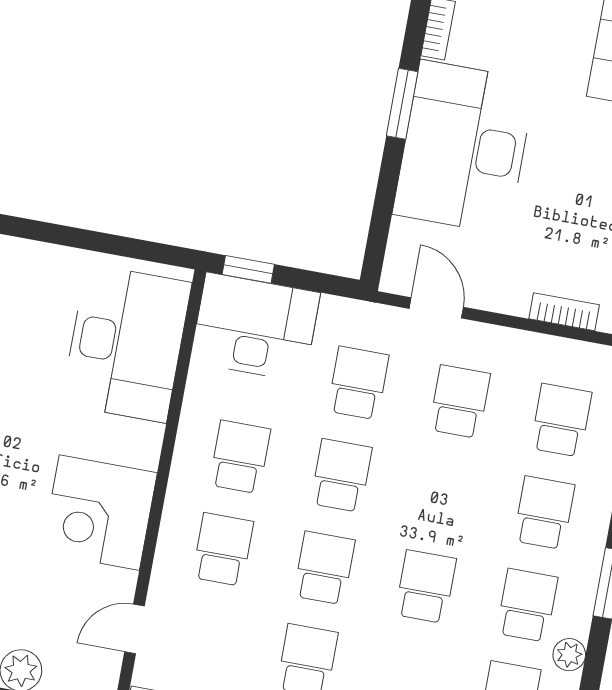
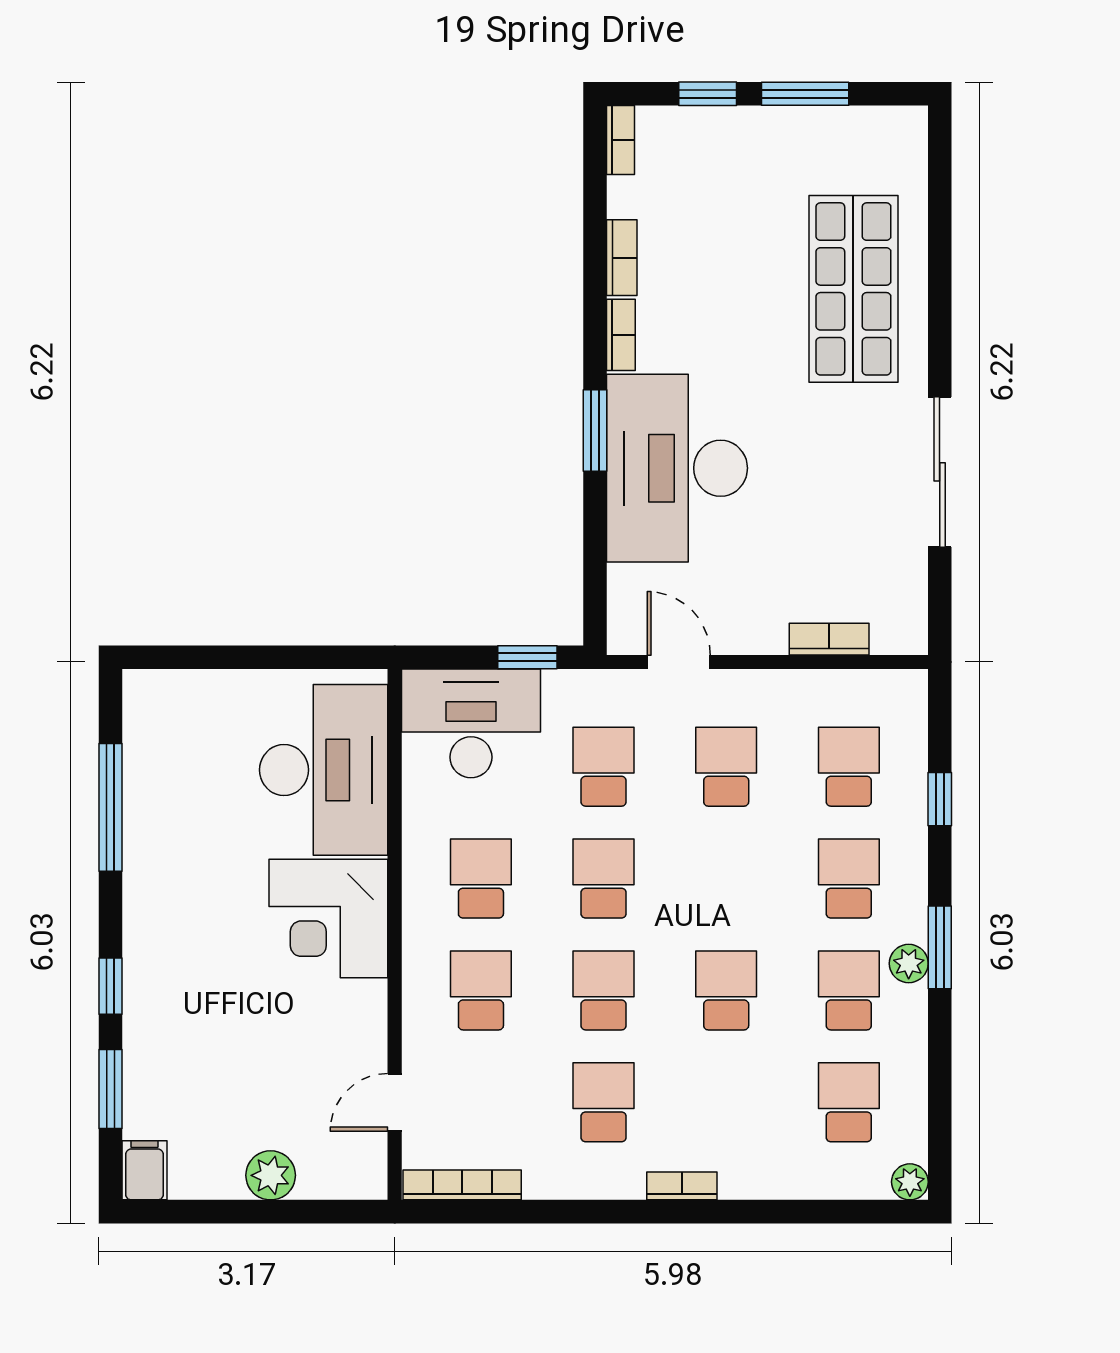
window: (248, 269) -> (527, 657), moved
corner desk: (99, 513) -> (328, 918), moved
plant: (569, 655) -> (909, 963), moved

